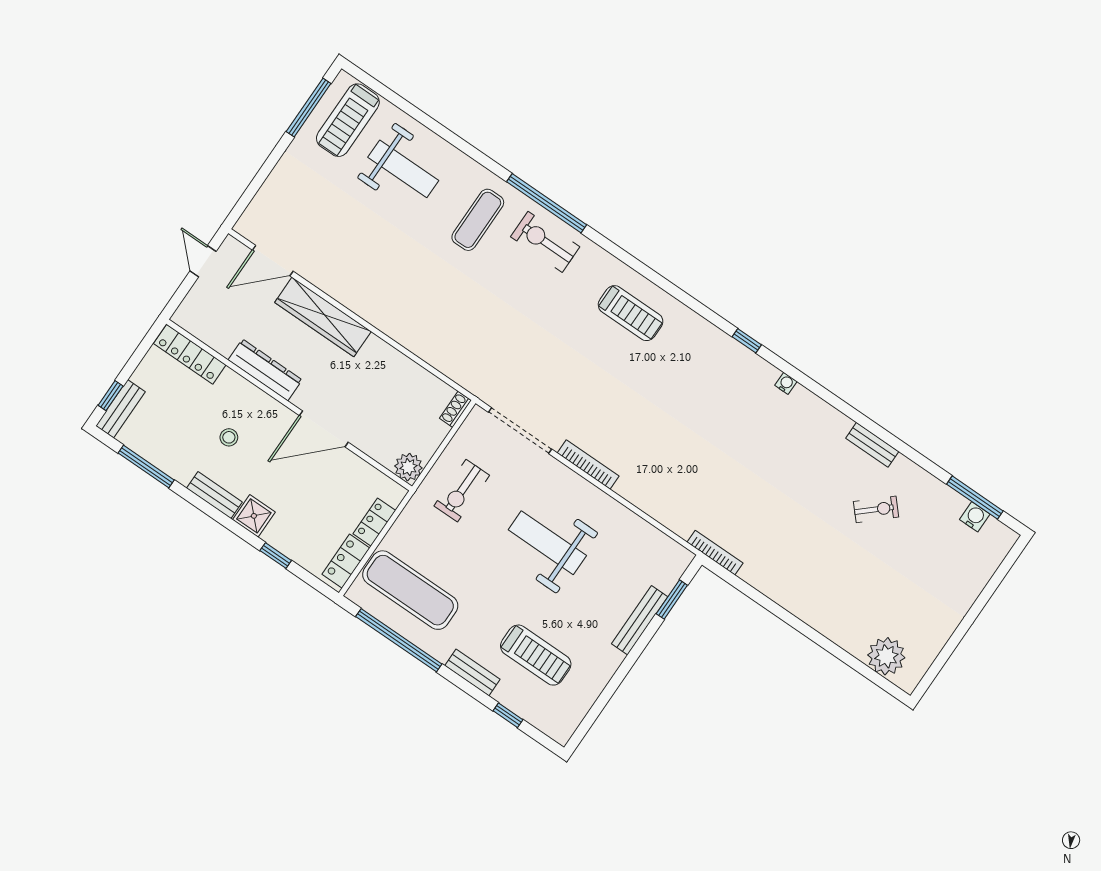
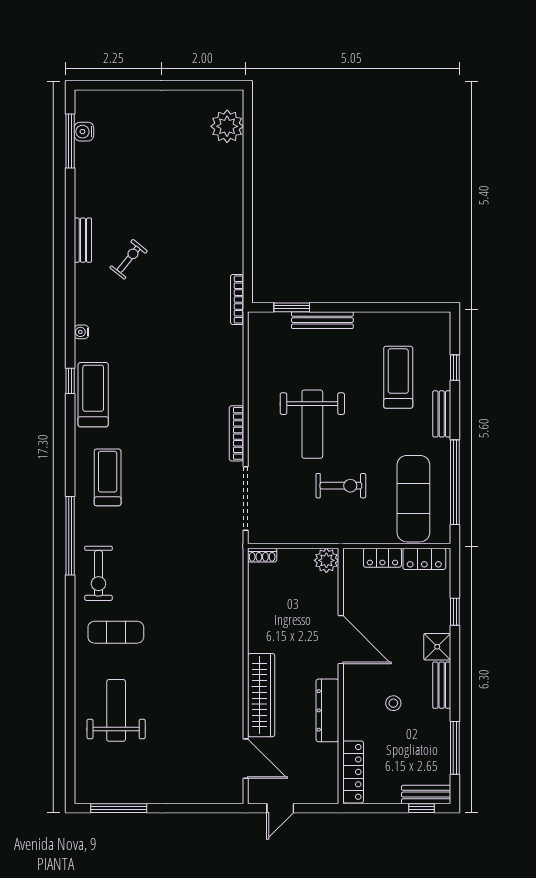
treadmill: (348, 120) -> (93, 395), moved, turned -90
window: (547, 203) -> (70, 536), moved
exercise bike: (462, 491) -> (341, 486), moved
exercise bike: (876, 509) -> (129, 259), moved, turned 81

